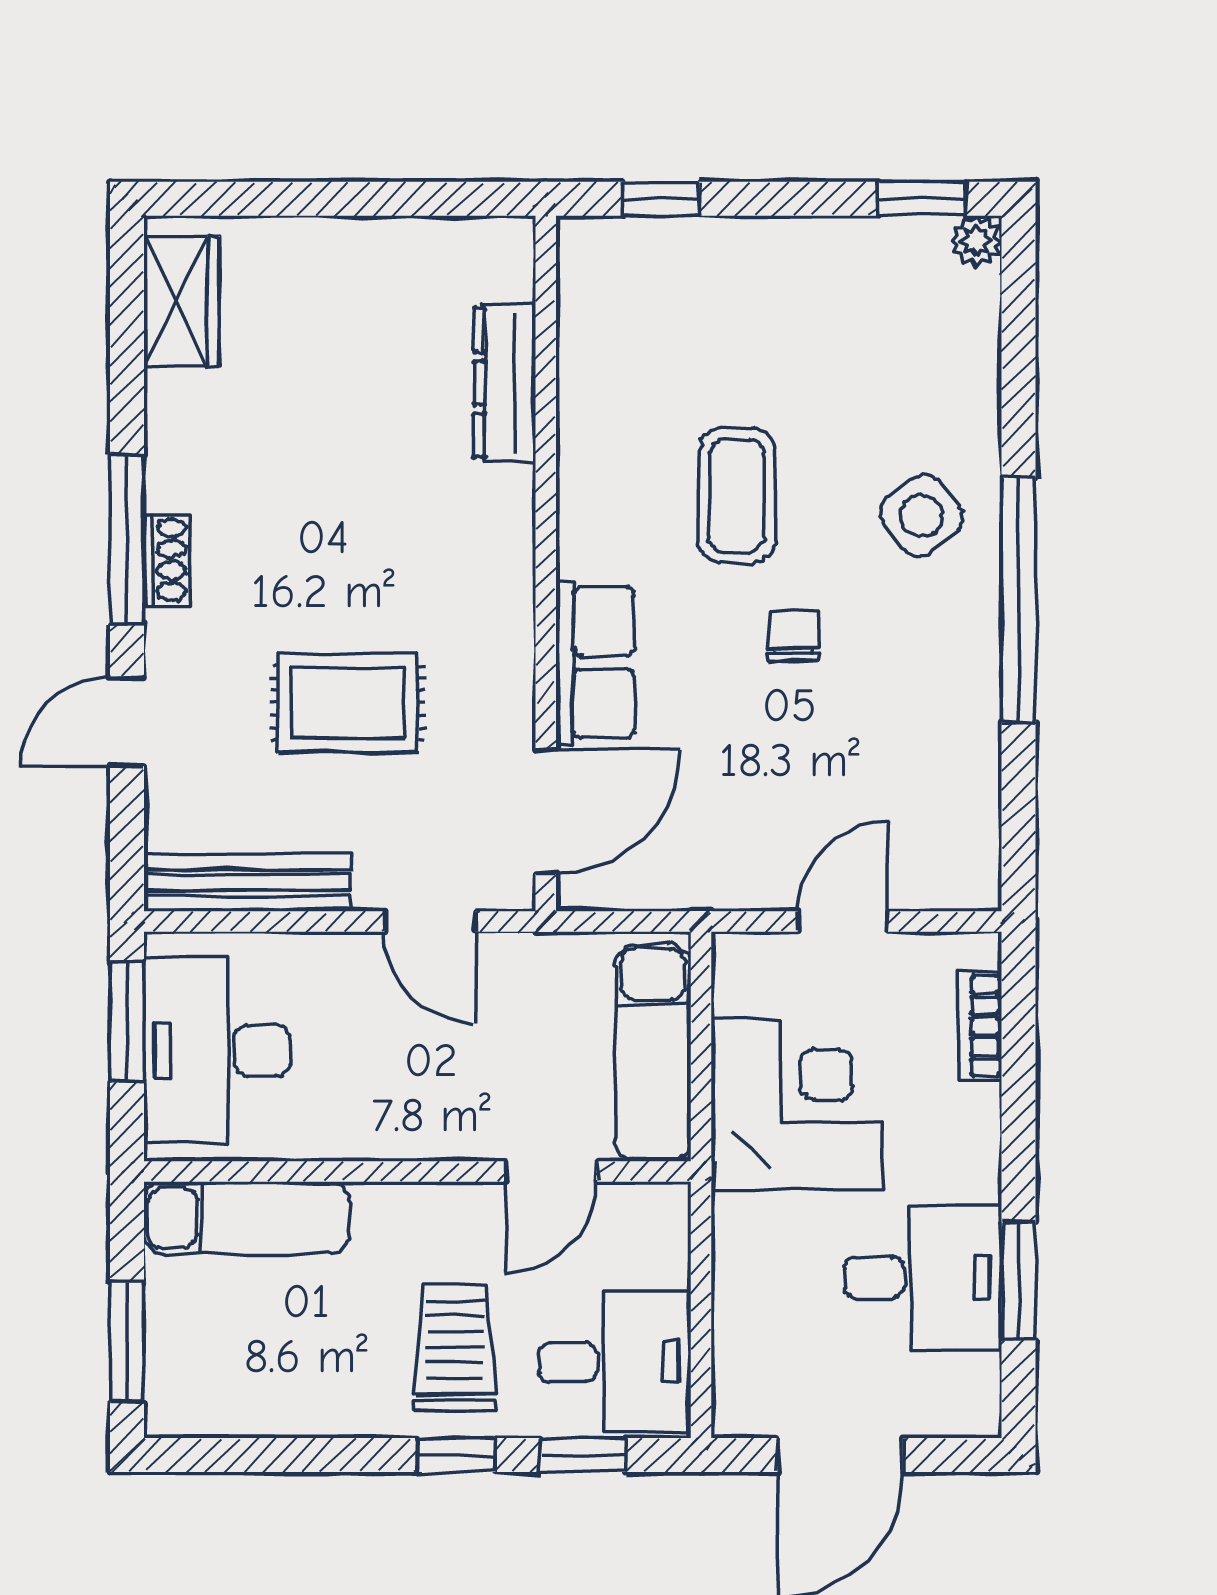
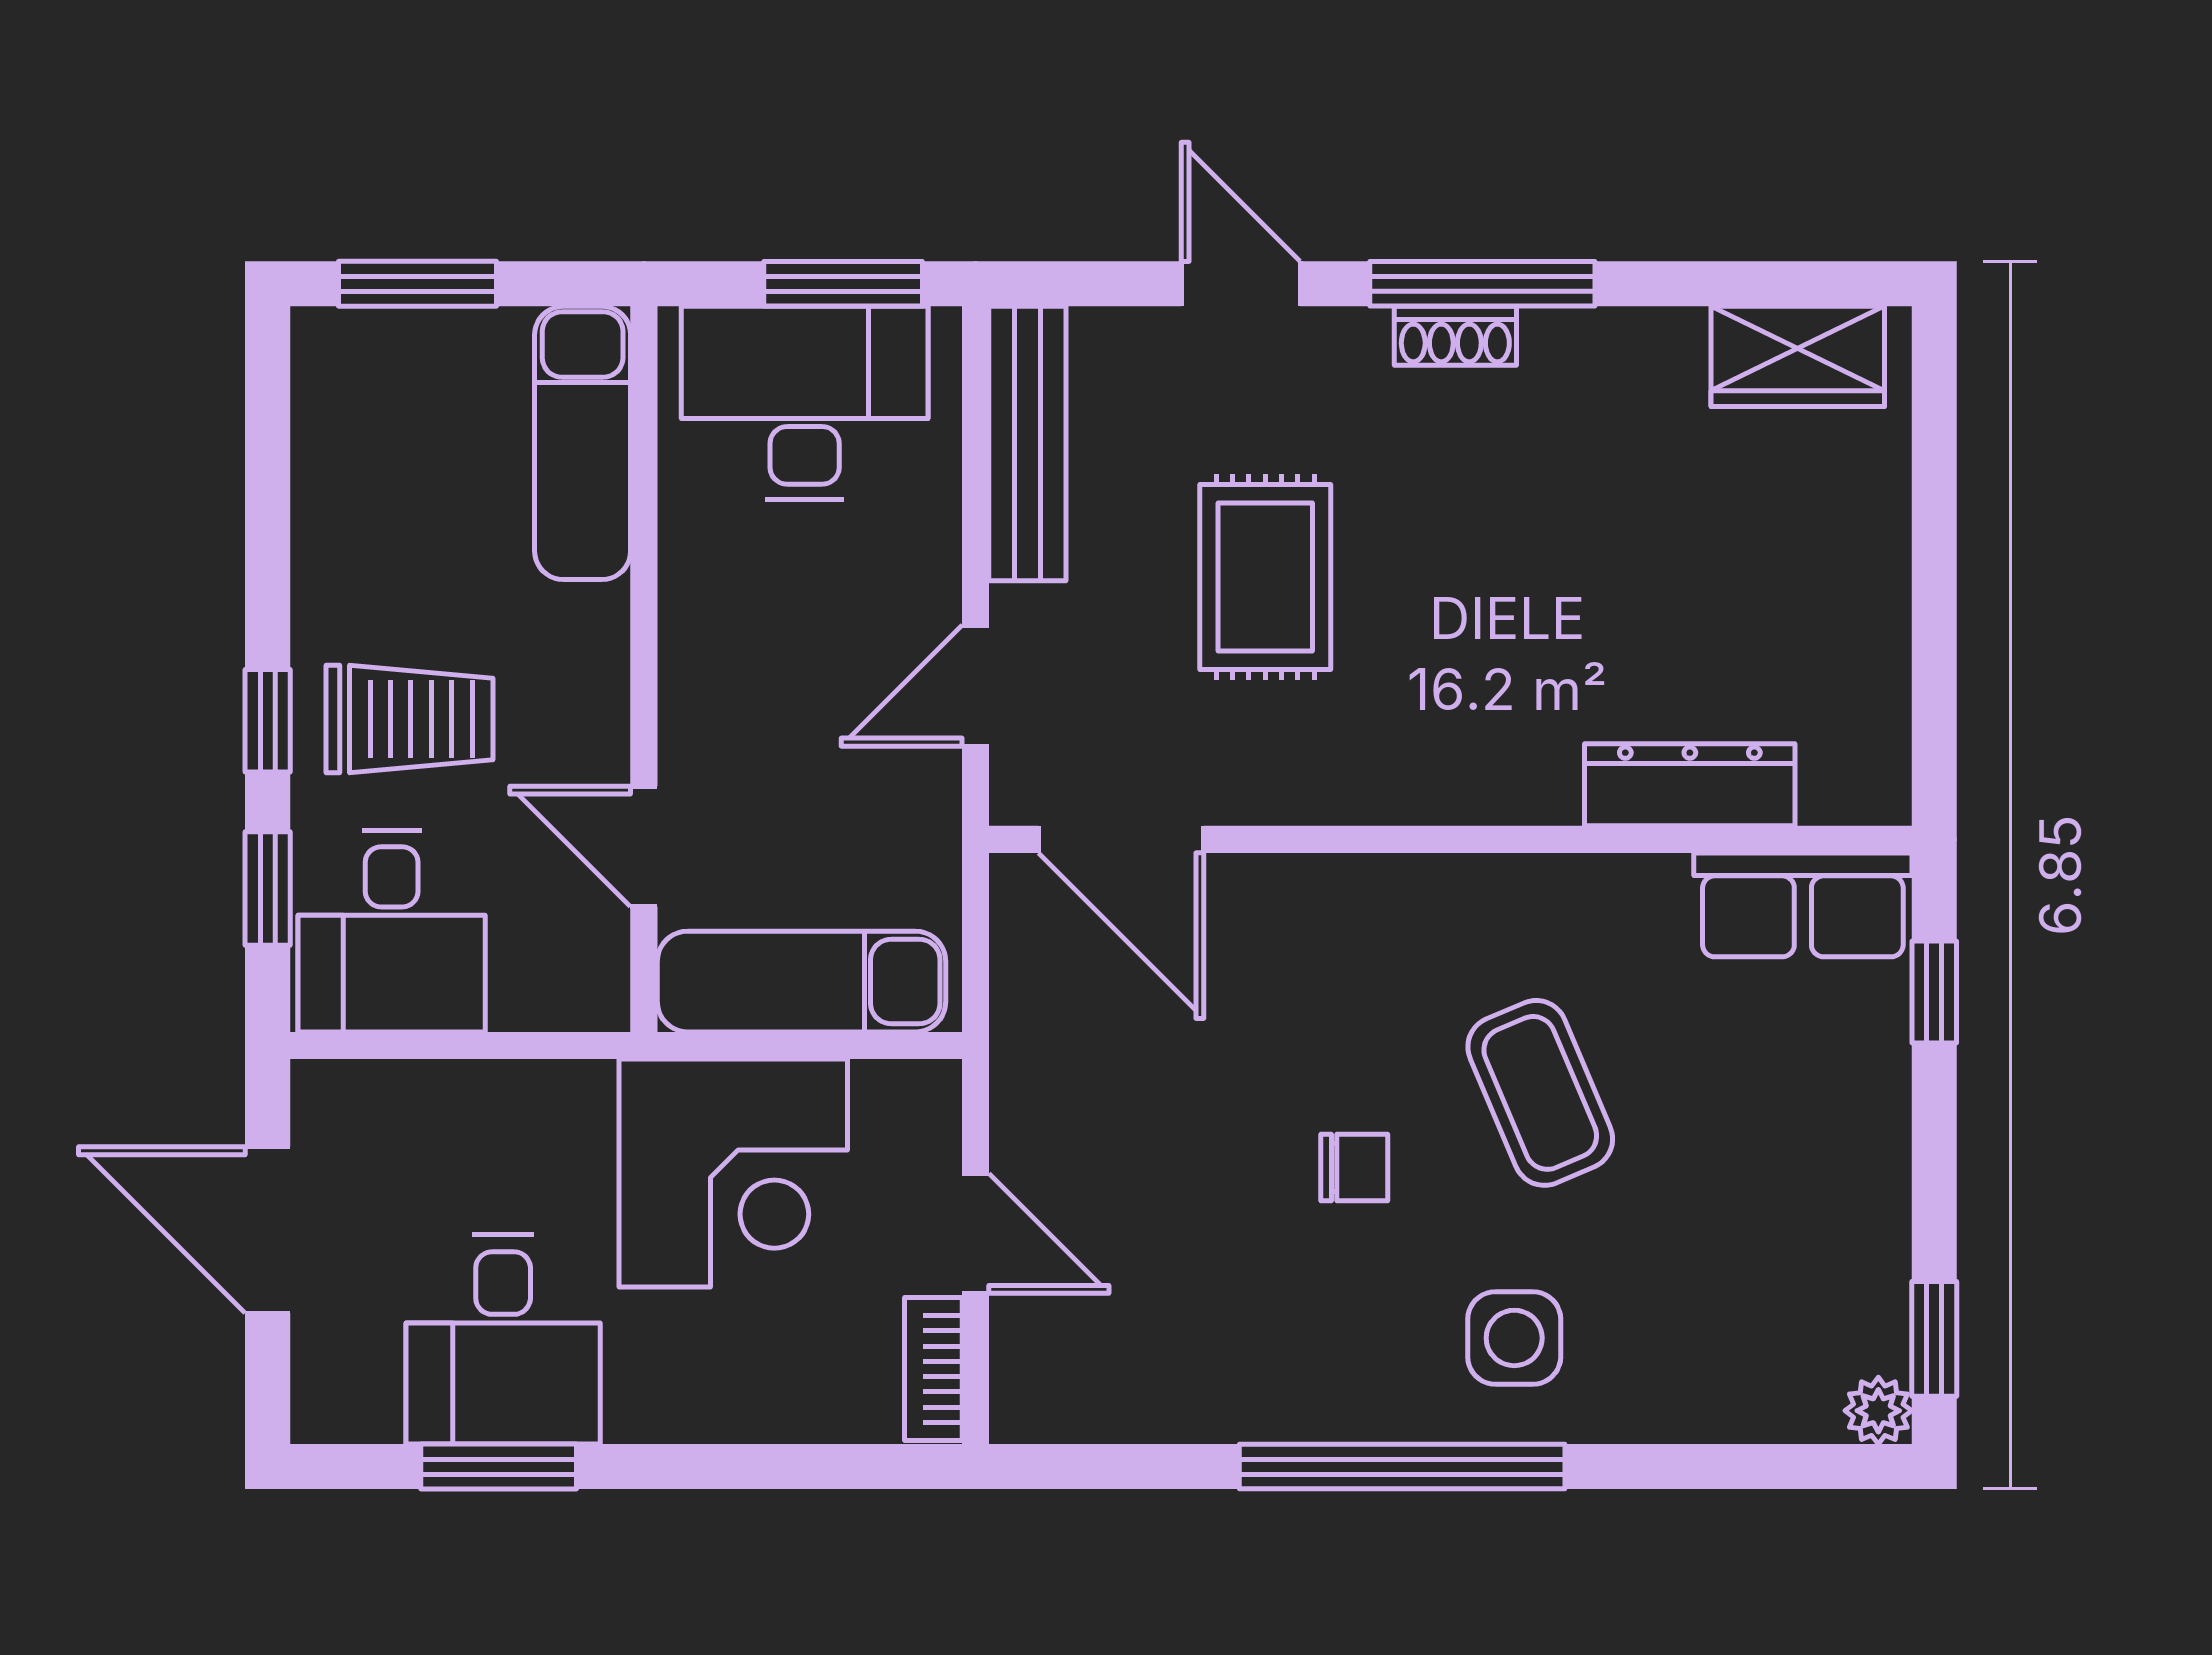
coffee table: (737, 496) -> (1540, 1093), turned 67
side table: (922, 515) -> (1514, 1338), turned 38
row of seats: (595, 662) -> (1803, 905), moved
bookcase: (980, 1026) -> (933, 1369), moved, turned -90

